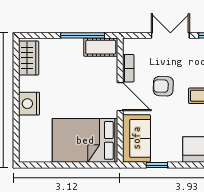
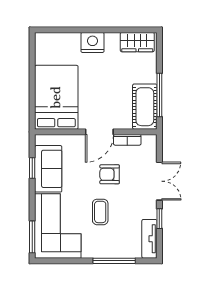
cot: (101, 47) -> (145, 107), width x1.37, depth x1.34
armchair: (163, 86) -> (110, 174), turned -92
sofa: (136, 138) -> (48, 169), moved, turned -90

